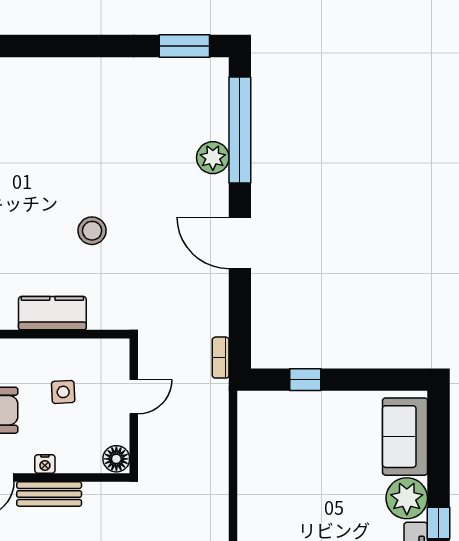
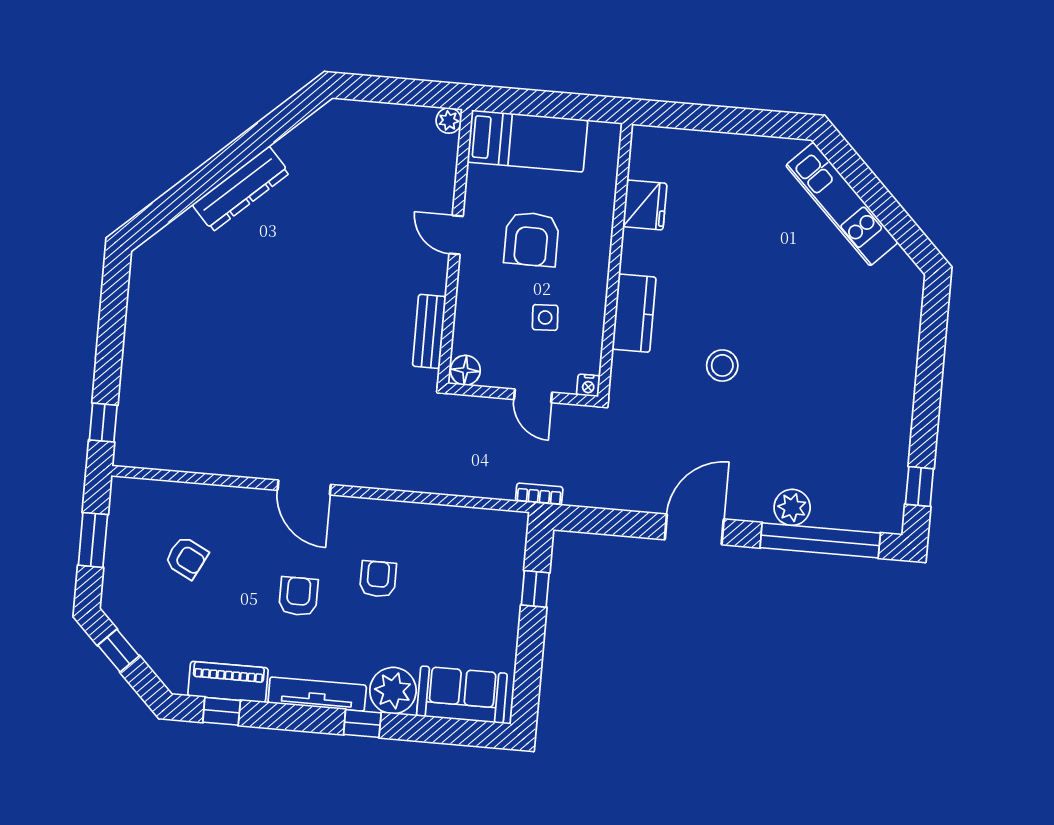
window: (184, 46) -> (919, 487), width x0.67
bookcase: (221, 358) -> (539, 494), moved
nightstand: (45, 464) -> (588, 385), moved, turned -90
bench: (49, 494) -> (429, 331), moved
armchair: (309, 520) -> (378, 579), added

